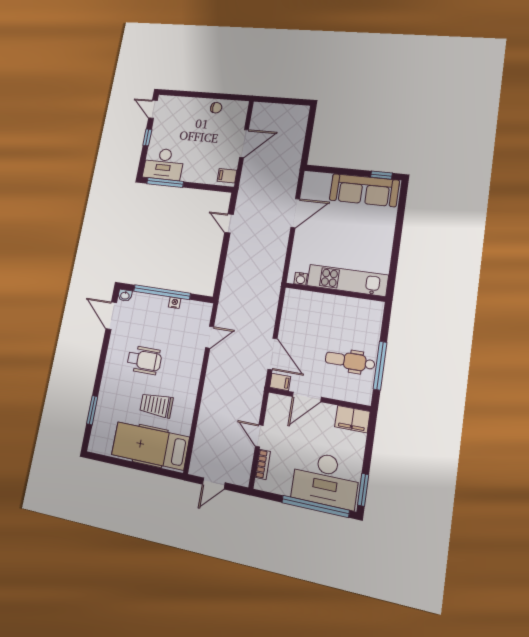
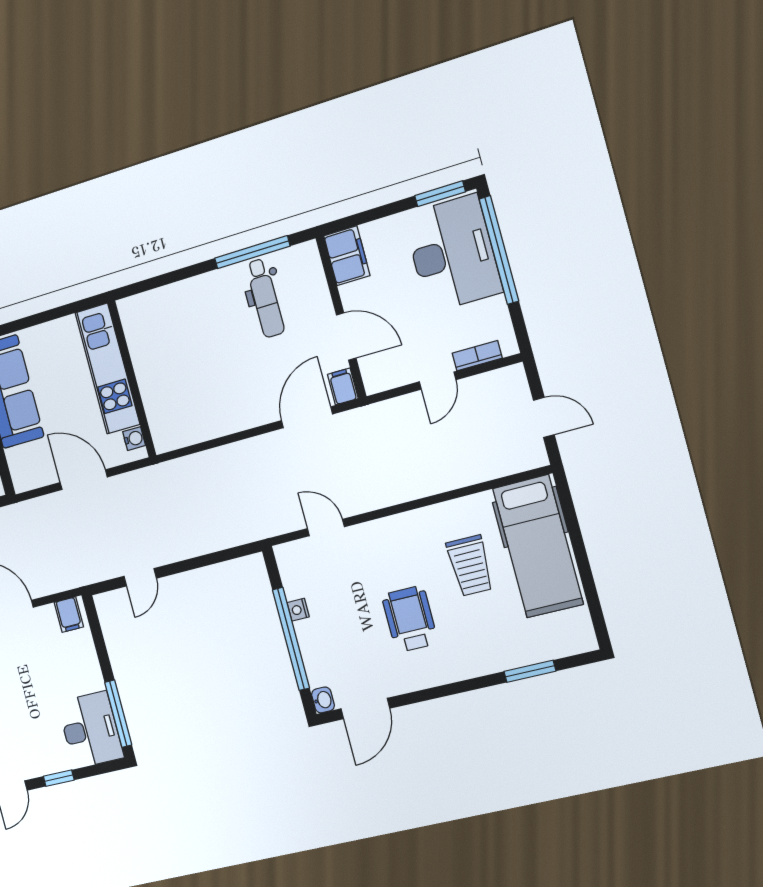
water cooler: (301, 279) -> (134, 439), moved
kitchen unit: (347, 280) -> (107, 368), moved
wall: (335, 292) -> (132, 379), moved

